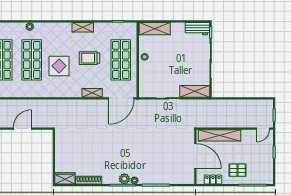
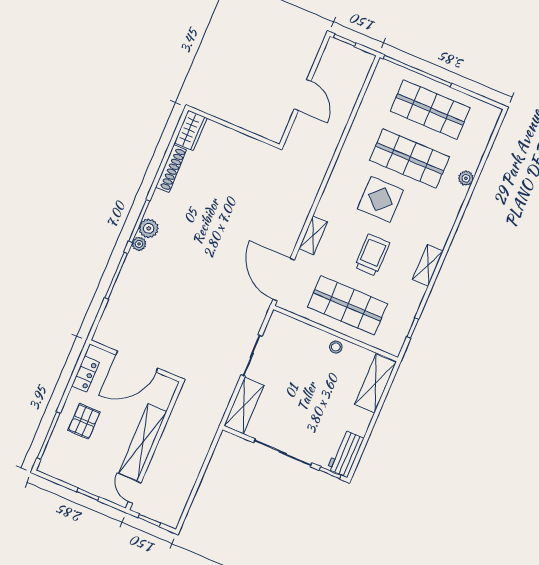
shelving: (219, 135) -> (143, 442), moved

